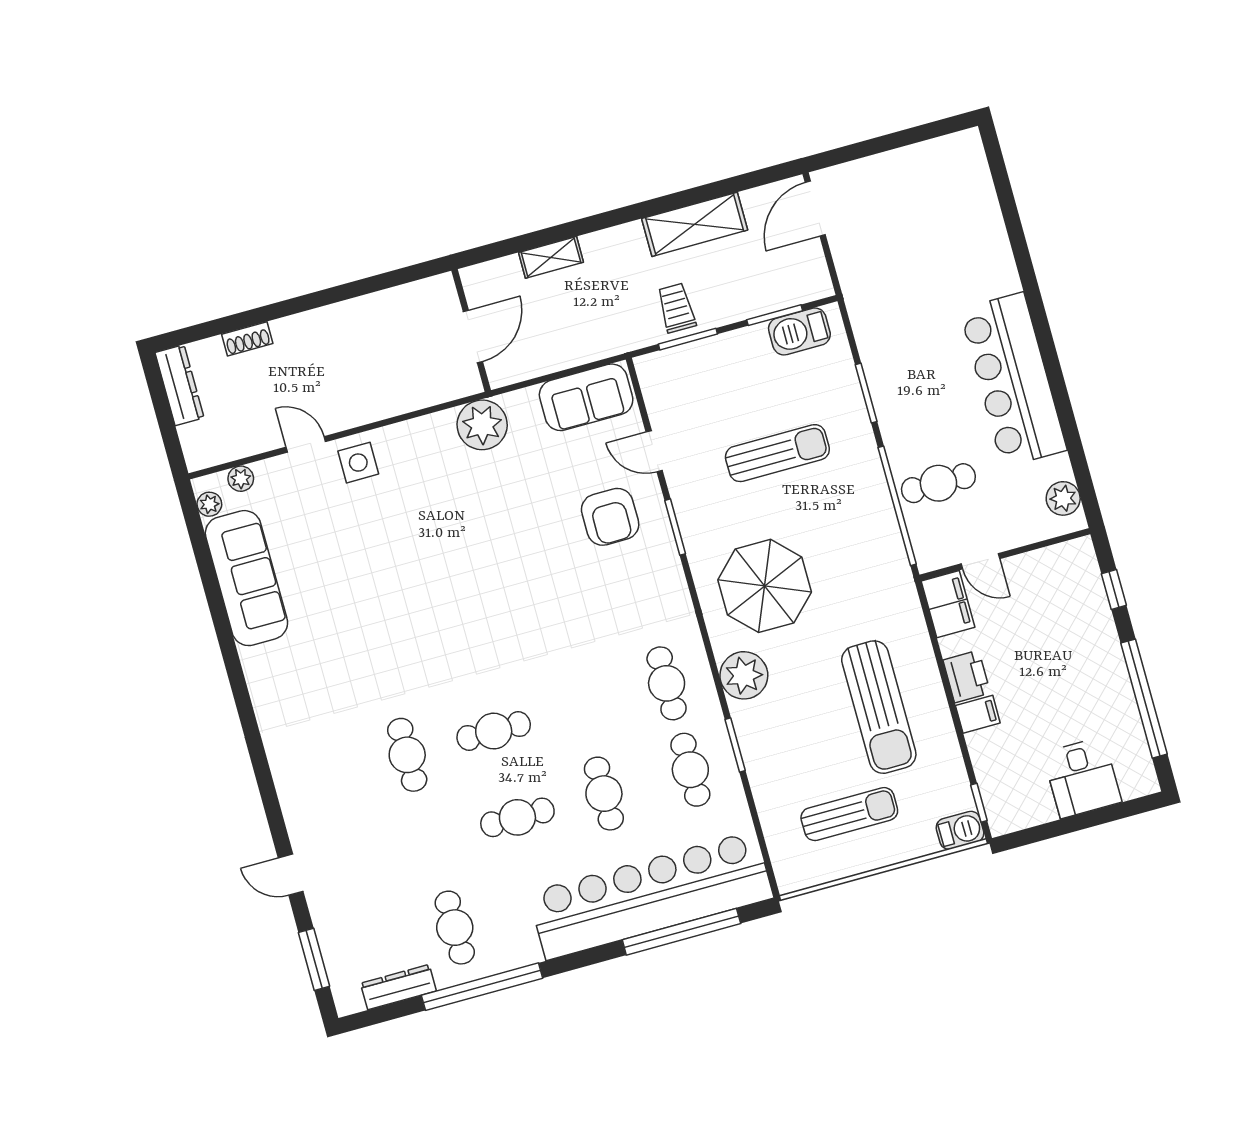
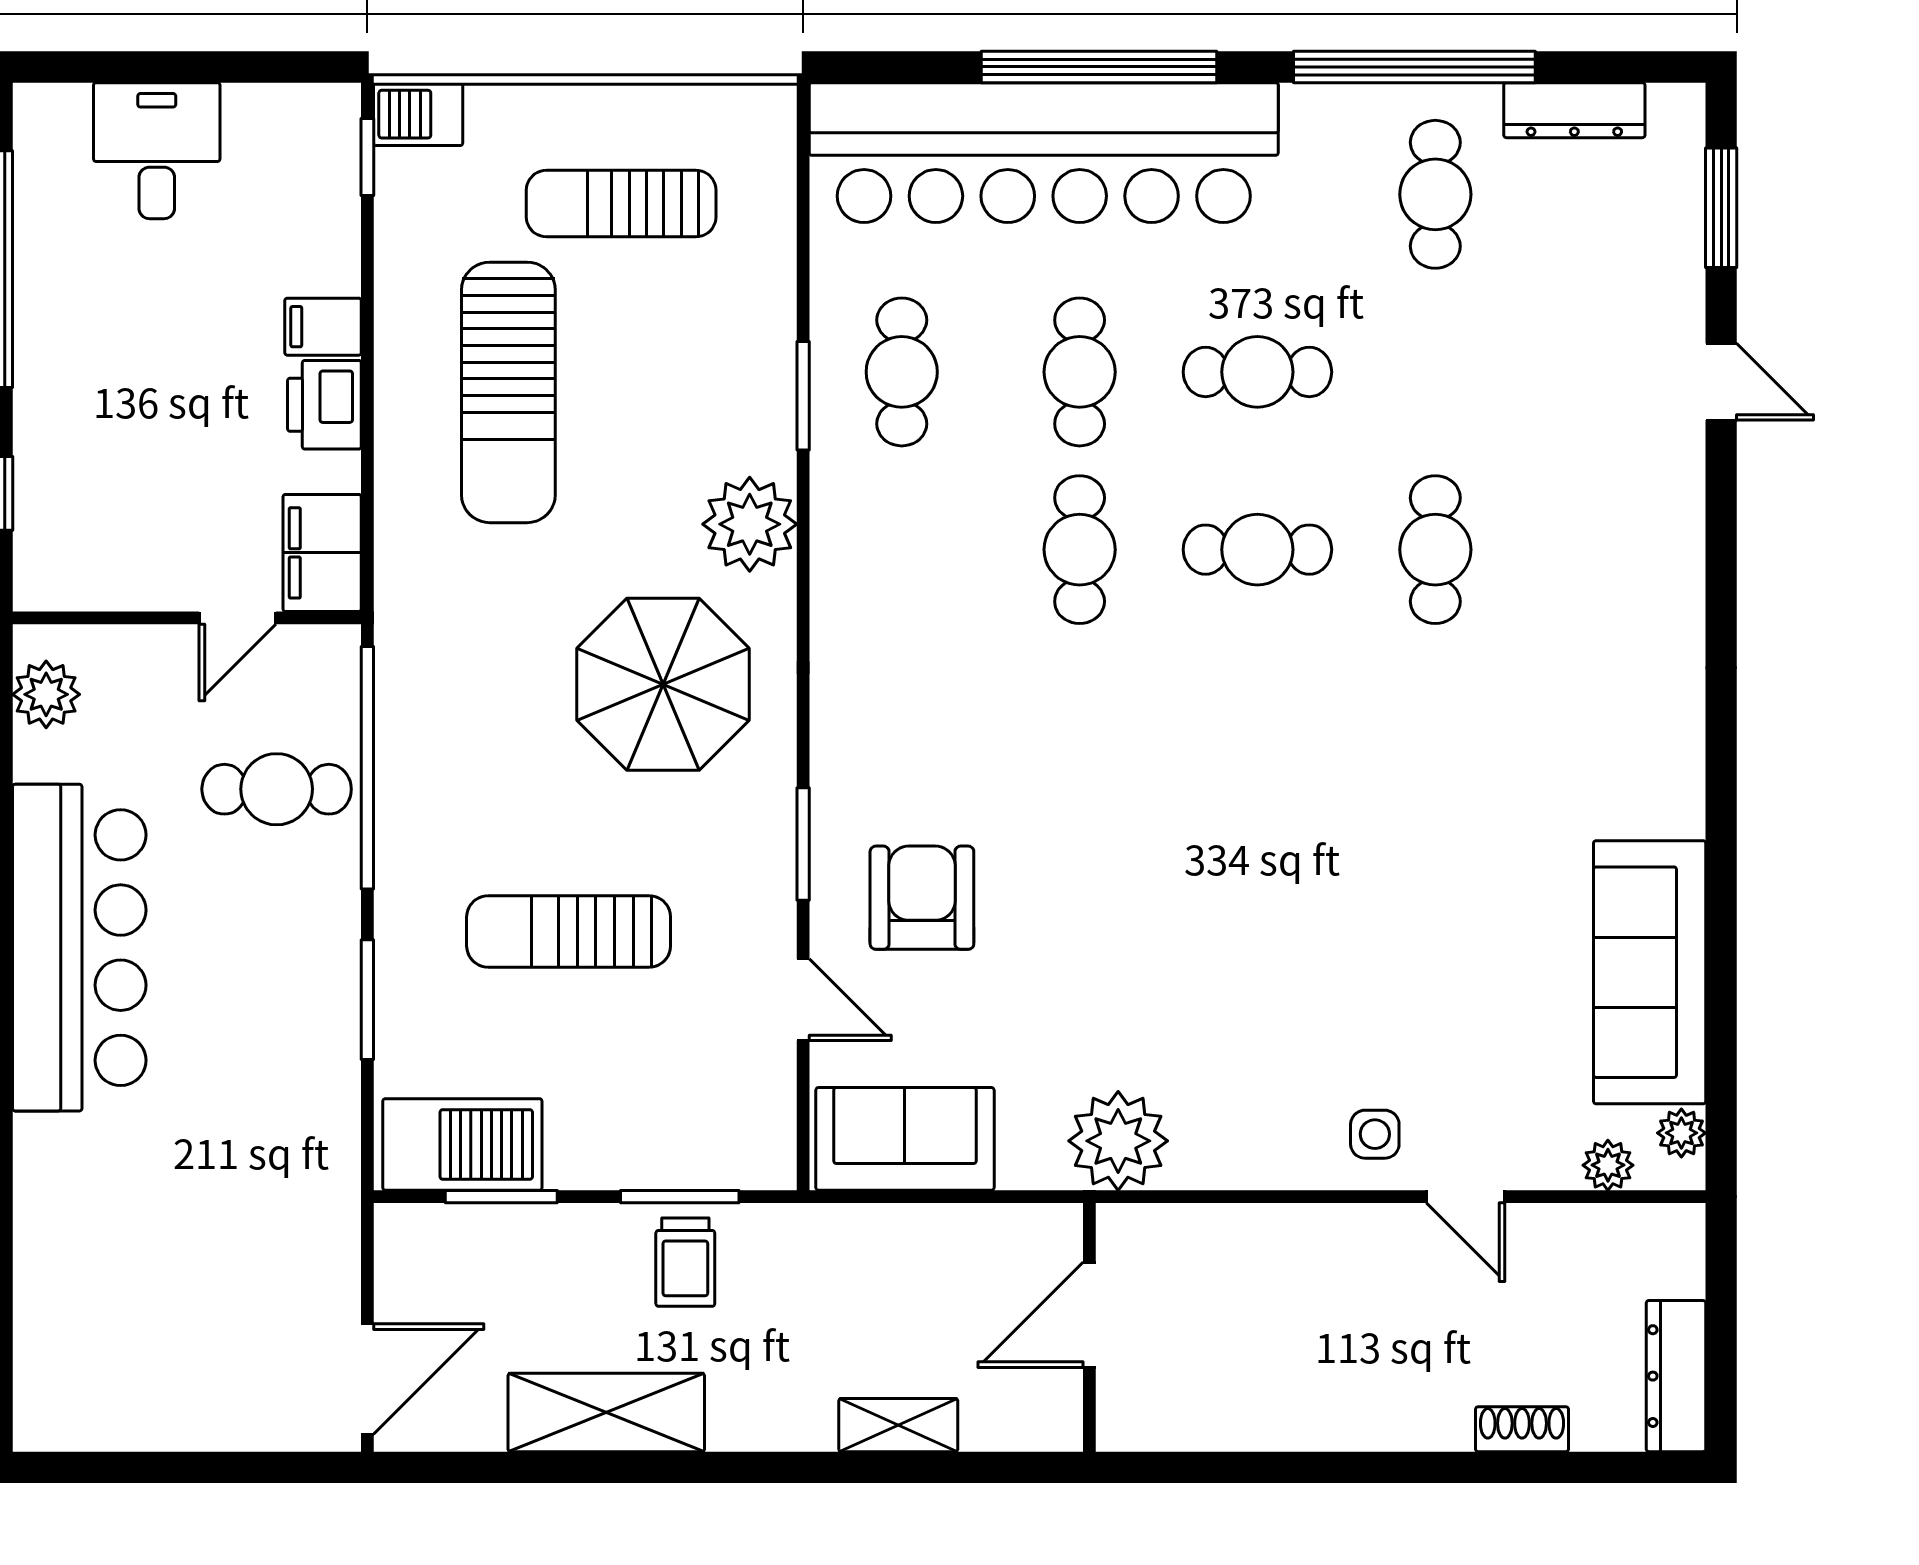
barbecue: (799, 331) -> (462, 1144), width x1.37, depth x1.21
side table: (358, 463) -> (1375, 1134), width x0.73, depth x0.73
door: (980, 561) -> (237, 618), swing flipped
cafe table: (667, 683) -> (1080, 550), moved
sun lounger: (879, 707) -> (508, 392), turned 180
window: (681, 932) -> (1099, 67), moved

